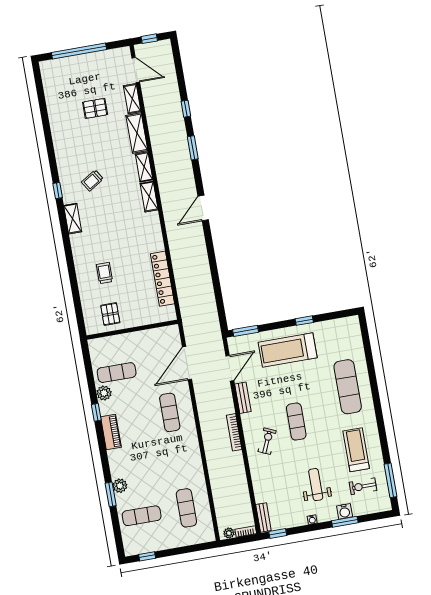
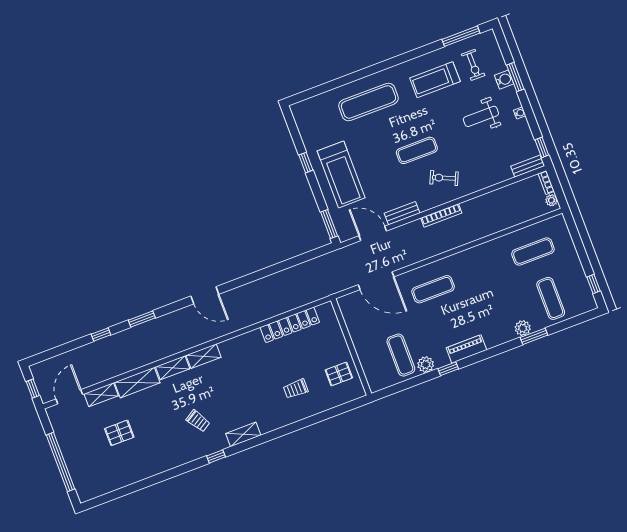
pallet: (95, 108) -> (119, 433), turned 90

